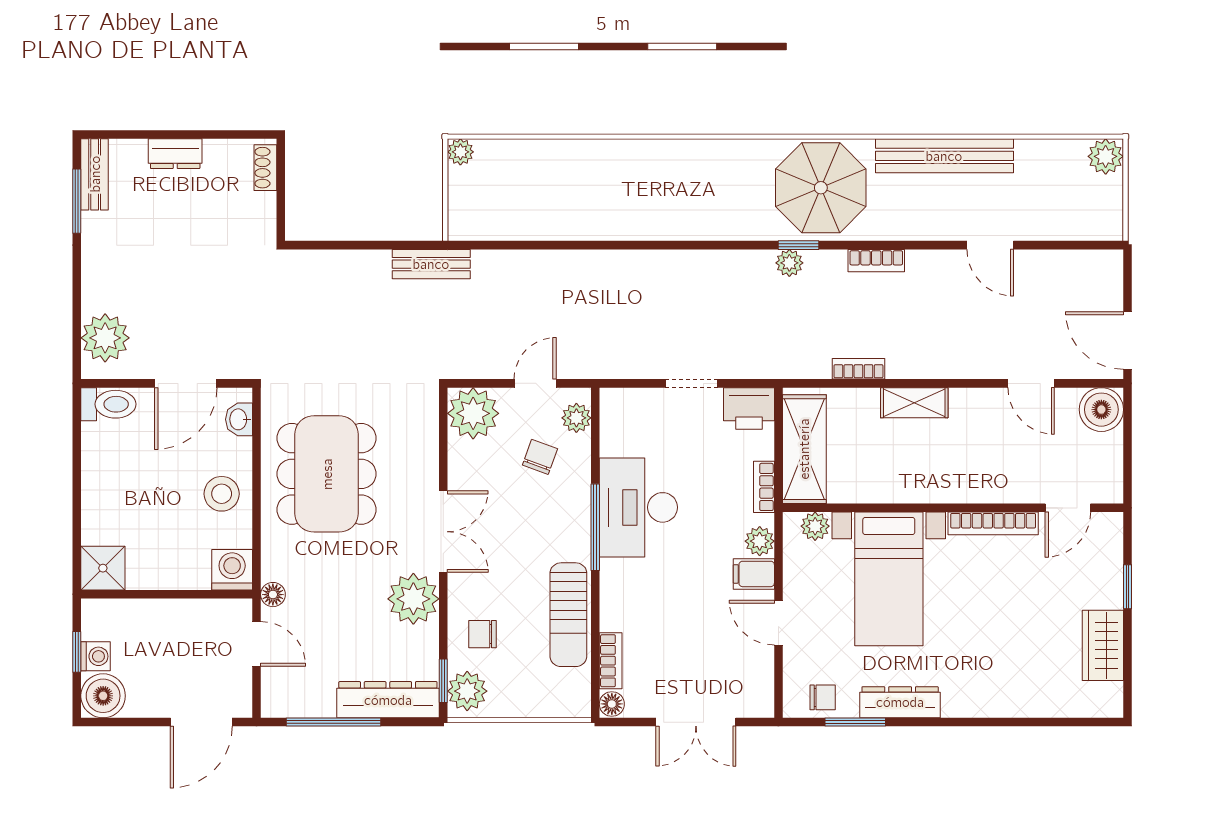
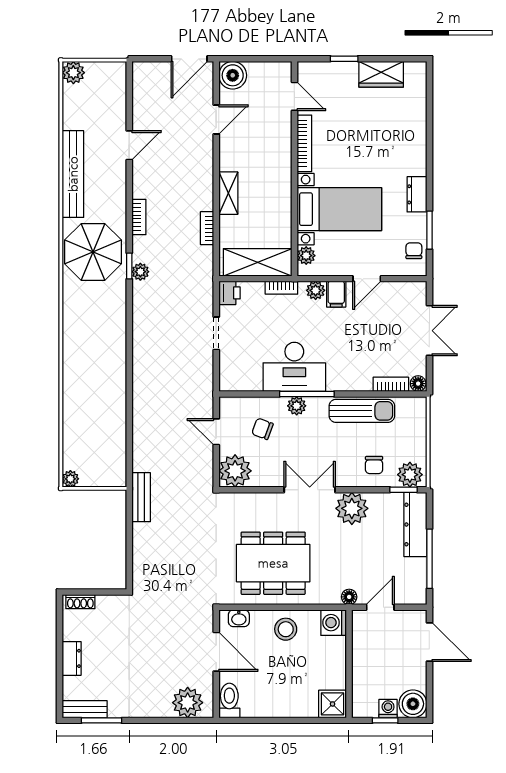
printer: (749, 408) -> (229, 293), width x0.73, depth x0.81
plant: (576, 418) -> (297, 406), moved
dresser: (900, 702) -> (417, 194), width x0.70

